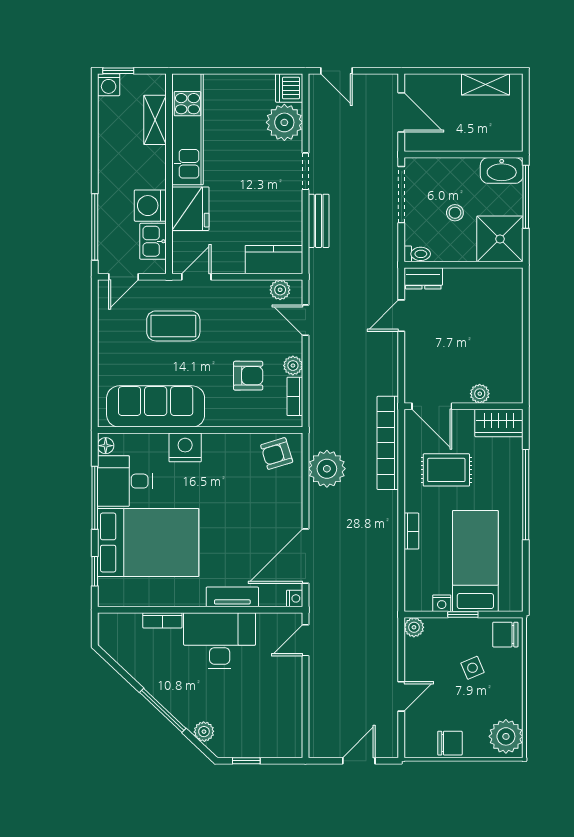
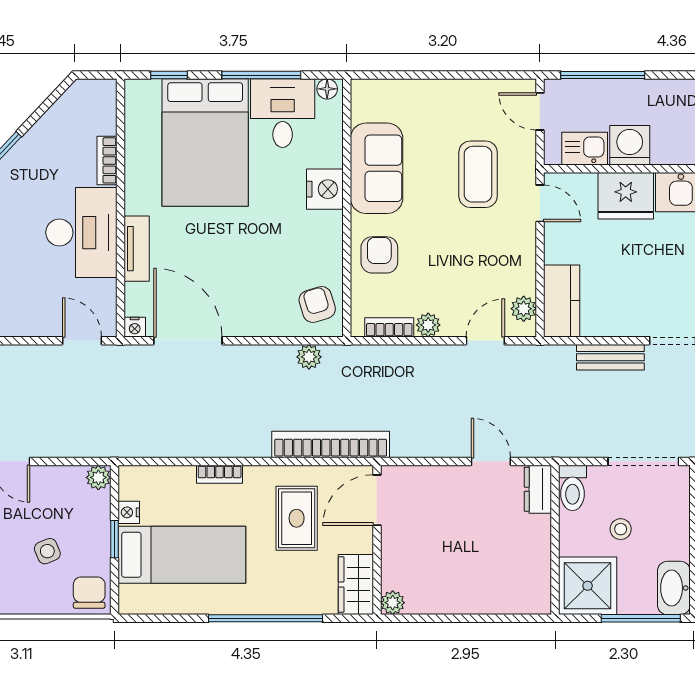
toilet: (417, 254) -> (573, 488), width x1.37, depth x1.39
armchair: (248, 376) -> (379, 255), moved, turned 180
plant: (480, 394) -> (393, 603), moved
sofa: (156, 406) -> (377, 168), width x0.73
plant: (327, 469) -> (309, 357), width x0.53, depth x0.53

